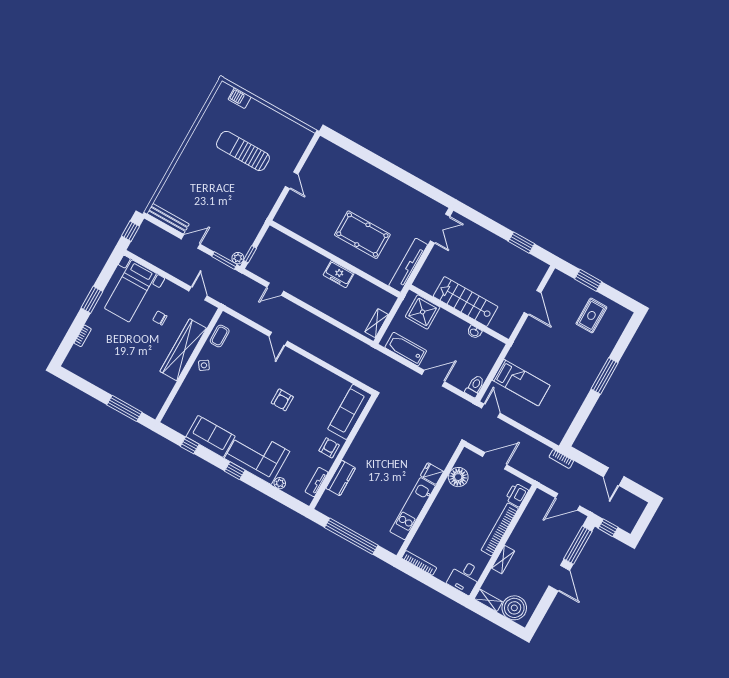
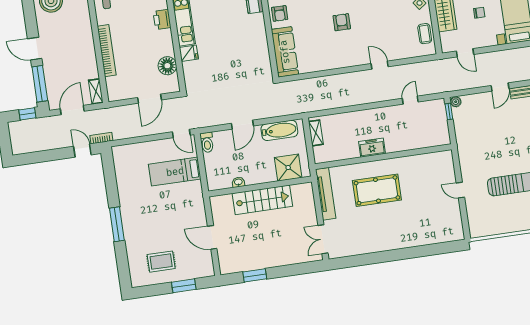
window: (224, 260) -> (464, 92), removed
rug: (591, 315) -> (161, 262), turned 90
door: (614, 477) -> (82, 151), moved
printer: (517, 495) -> (162, 19), moved, turned 180
shelving: (503, 560) -> (96, 91), moved

